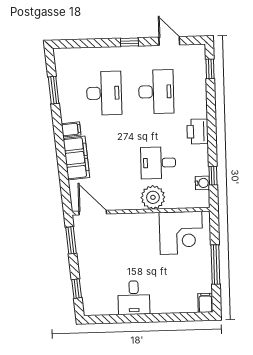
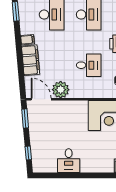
desk: (158, 163) -> (89, 65), turned 180
plant: (153, 197) -> (61, 90), moved

